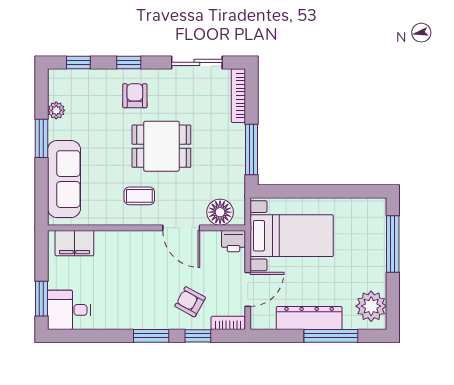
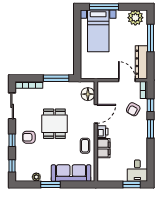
coffee table: (139, 196) -> (85, 146), moved
bed with nightstands: (292, 236) -> (98, 31), moved, turned 180
printer: (233, 241) -> (102, 132), moved
filing cabinet: (74, 243) -> (103, 148), moved
dresser: (309, 318) -> (141, 62), moved

